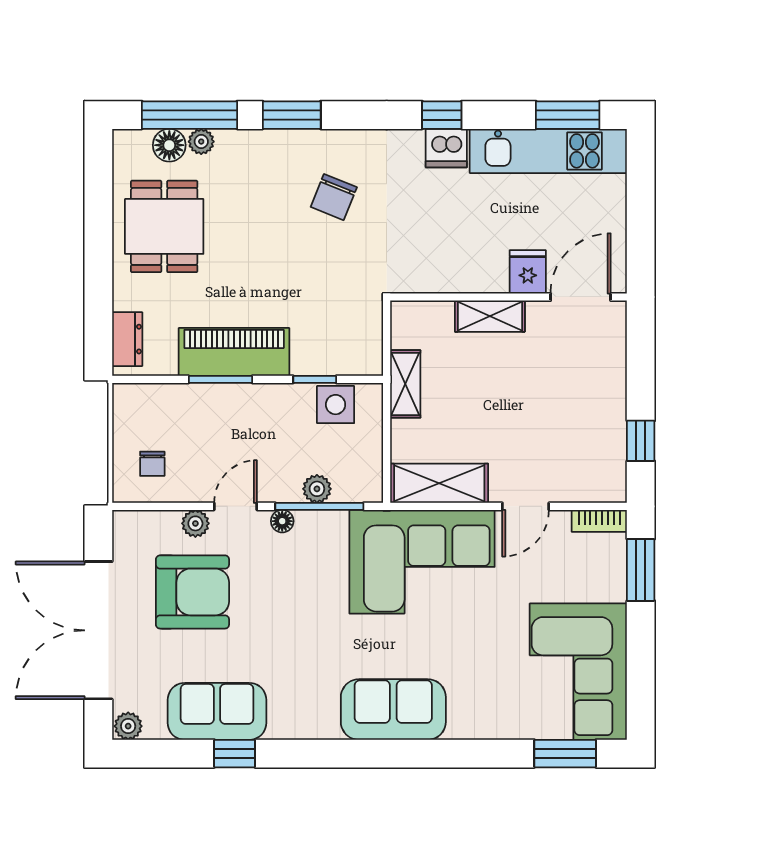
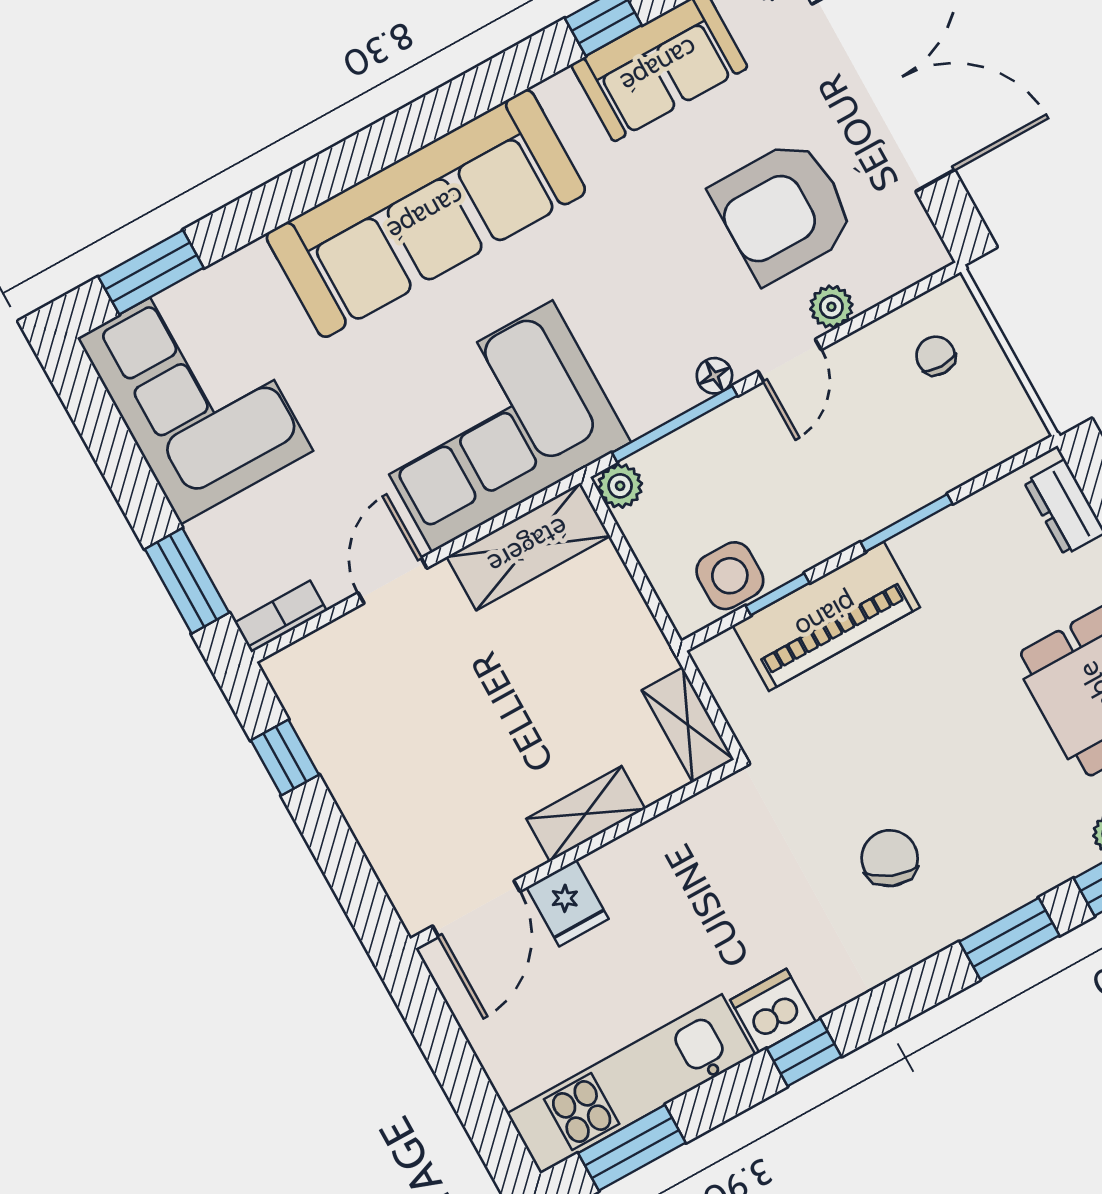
piano: (234, 352) -> (826, 616), moved
shelving: (405, 384) -> (688, 725), moved
plant: (317, 489) -> (620, 486), moved
sofa: (393, 709) -> (426, 214), width x1.85, depth x1.27

